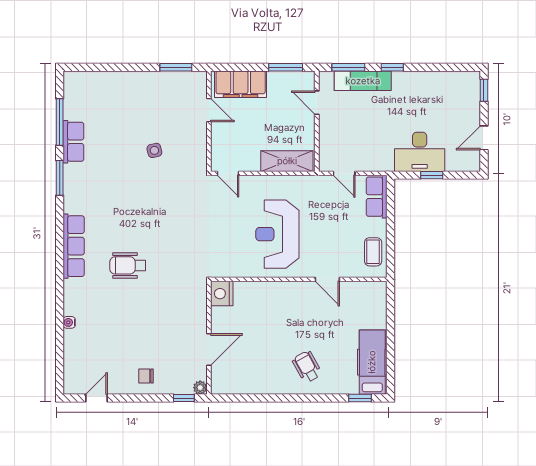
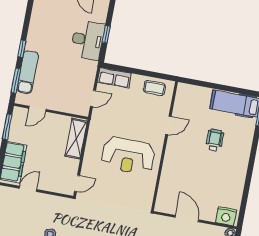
nightstand: (222, 294) -> (226, 216), moved
door: (209, 350) -> (187, 219), moved
wheelchair: (307, 367) -> (215, 140), moved, turned 119

